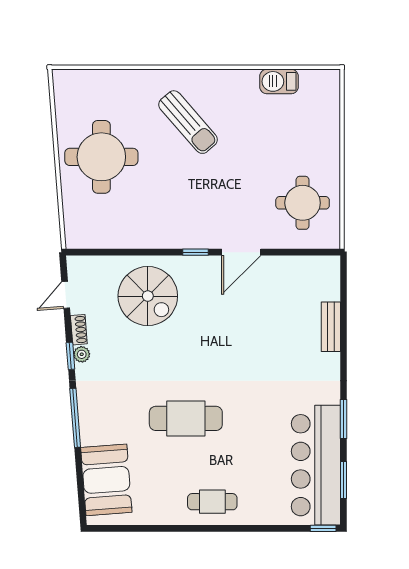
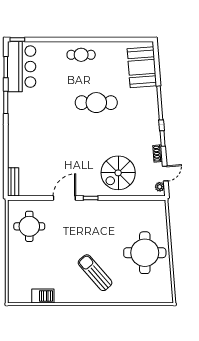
spiral stairs: (148, 296) -> (118, 173), turned -90
bench: (331, 327) -> (13, 182), moved
plant: (82, 354) -> (160, 187), moved
bar counter: (316, 465) -> (22, 67), width x0.73

